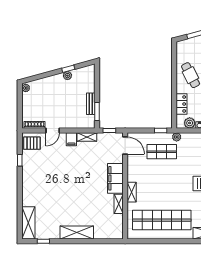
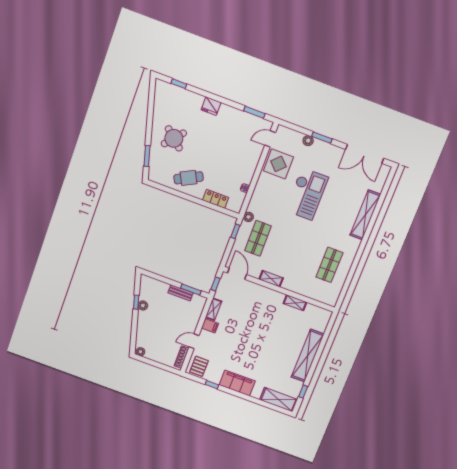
plant: (190, 123) -> (239, 198), removed
door: (53, 131) -> (194, 341), swing flipped
door: (125, 145) -> (237, 274), hinge flipped
filing cabinet: (115, 178) -> (237, 383), moved, turned 180
shelving: (132, 192) -> (271, 279), moved
shop shelf: (162, 220) -> (329, 265), width x0.50, depth x0.74
shelving: (77, 232) -> (308, 356), width x1.47

